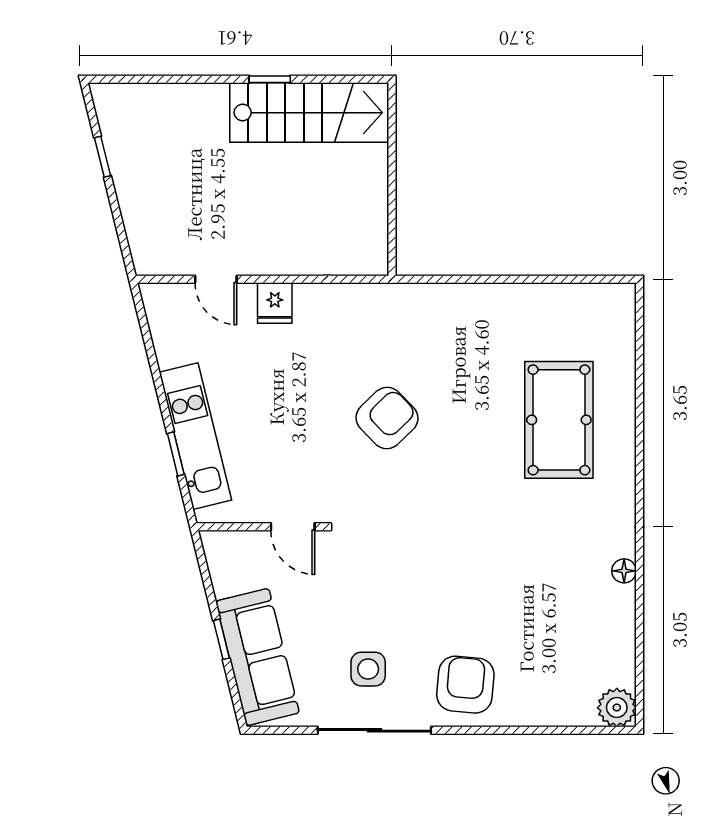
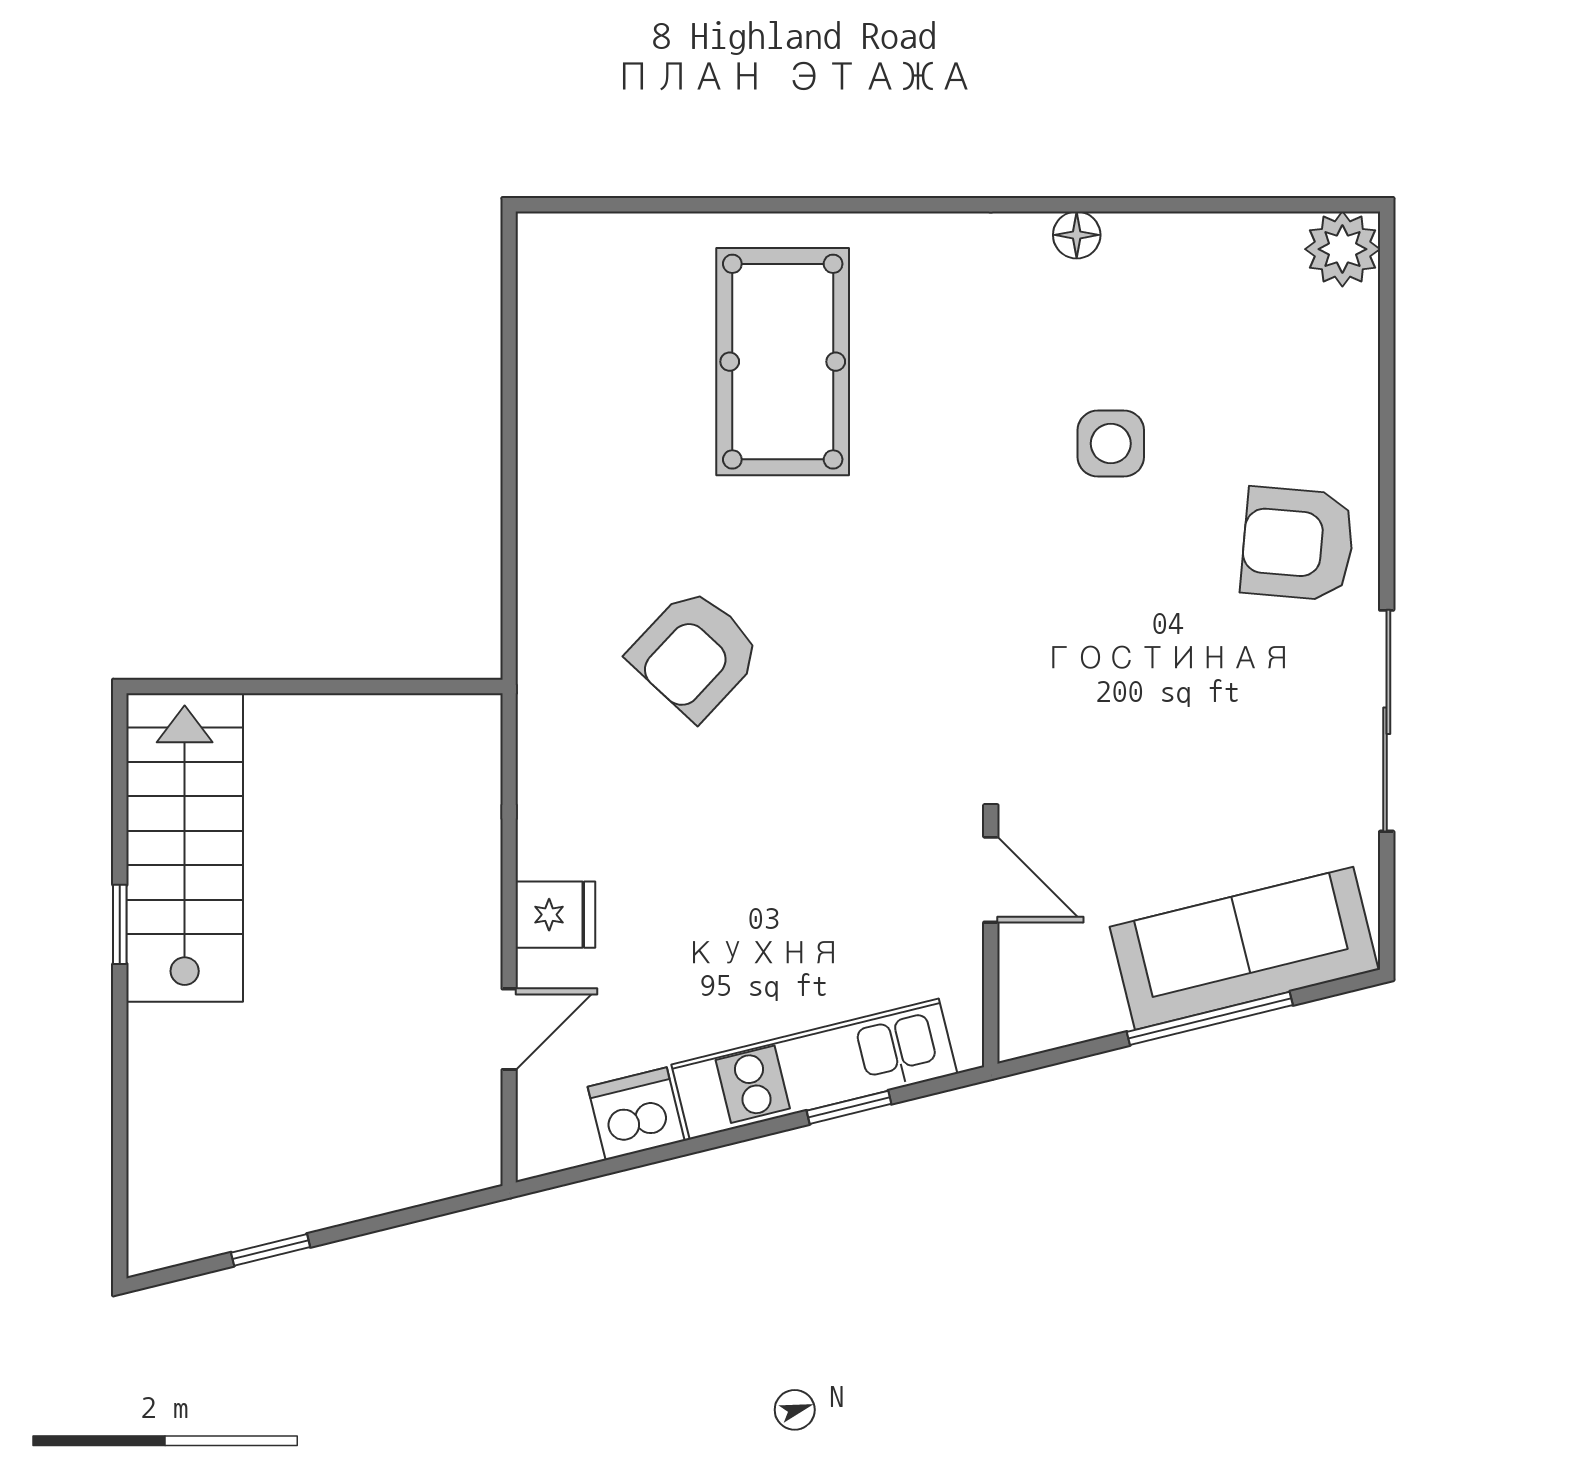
dishwasher: (172, 345) -> (636, 1114), added
armchair: (387, 418) -> (695, 654), moved, turned -93
pool table: (559, 420) -> (783, 362), turned 90
door: (293, 527) -> (991, 880), hinge flipped
window: (221, 639) -> (1210, 1018), width x2.17
side table: (368, 669) -> (1111, 444), moved

